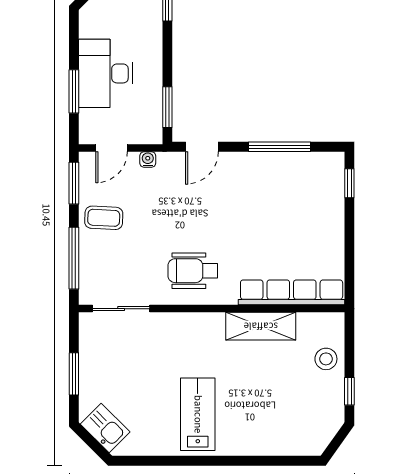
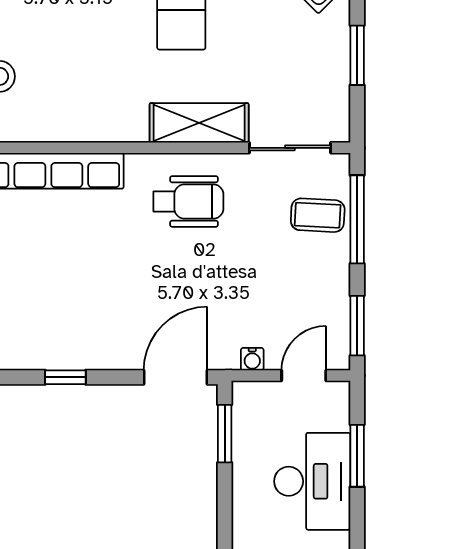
door: (202, 147) -> (176, 377), width x1.38
window: (280, 147) -> (65, 377), width x0.46
coffee table: (104, 218) -> (318, 215), moved
shelving: (261, 326) -> (199, 123), moved

